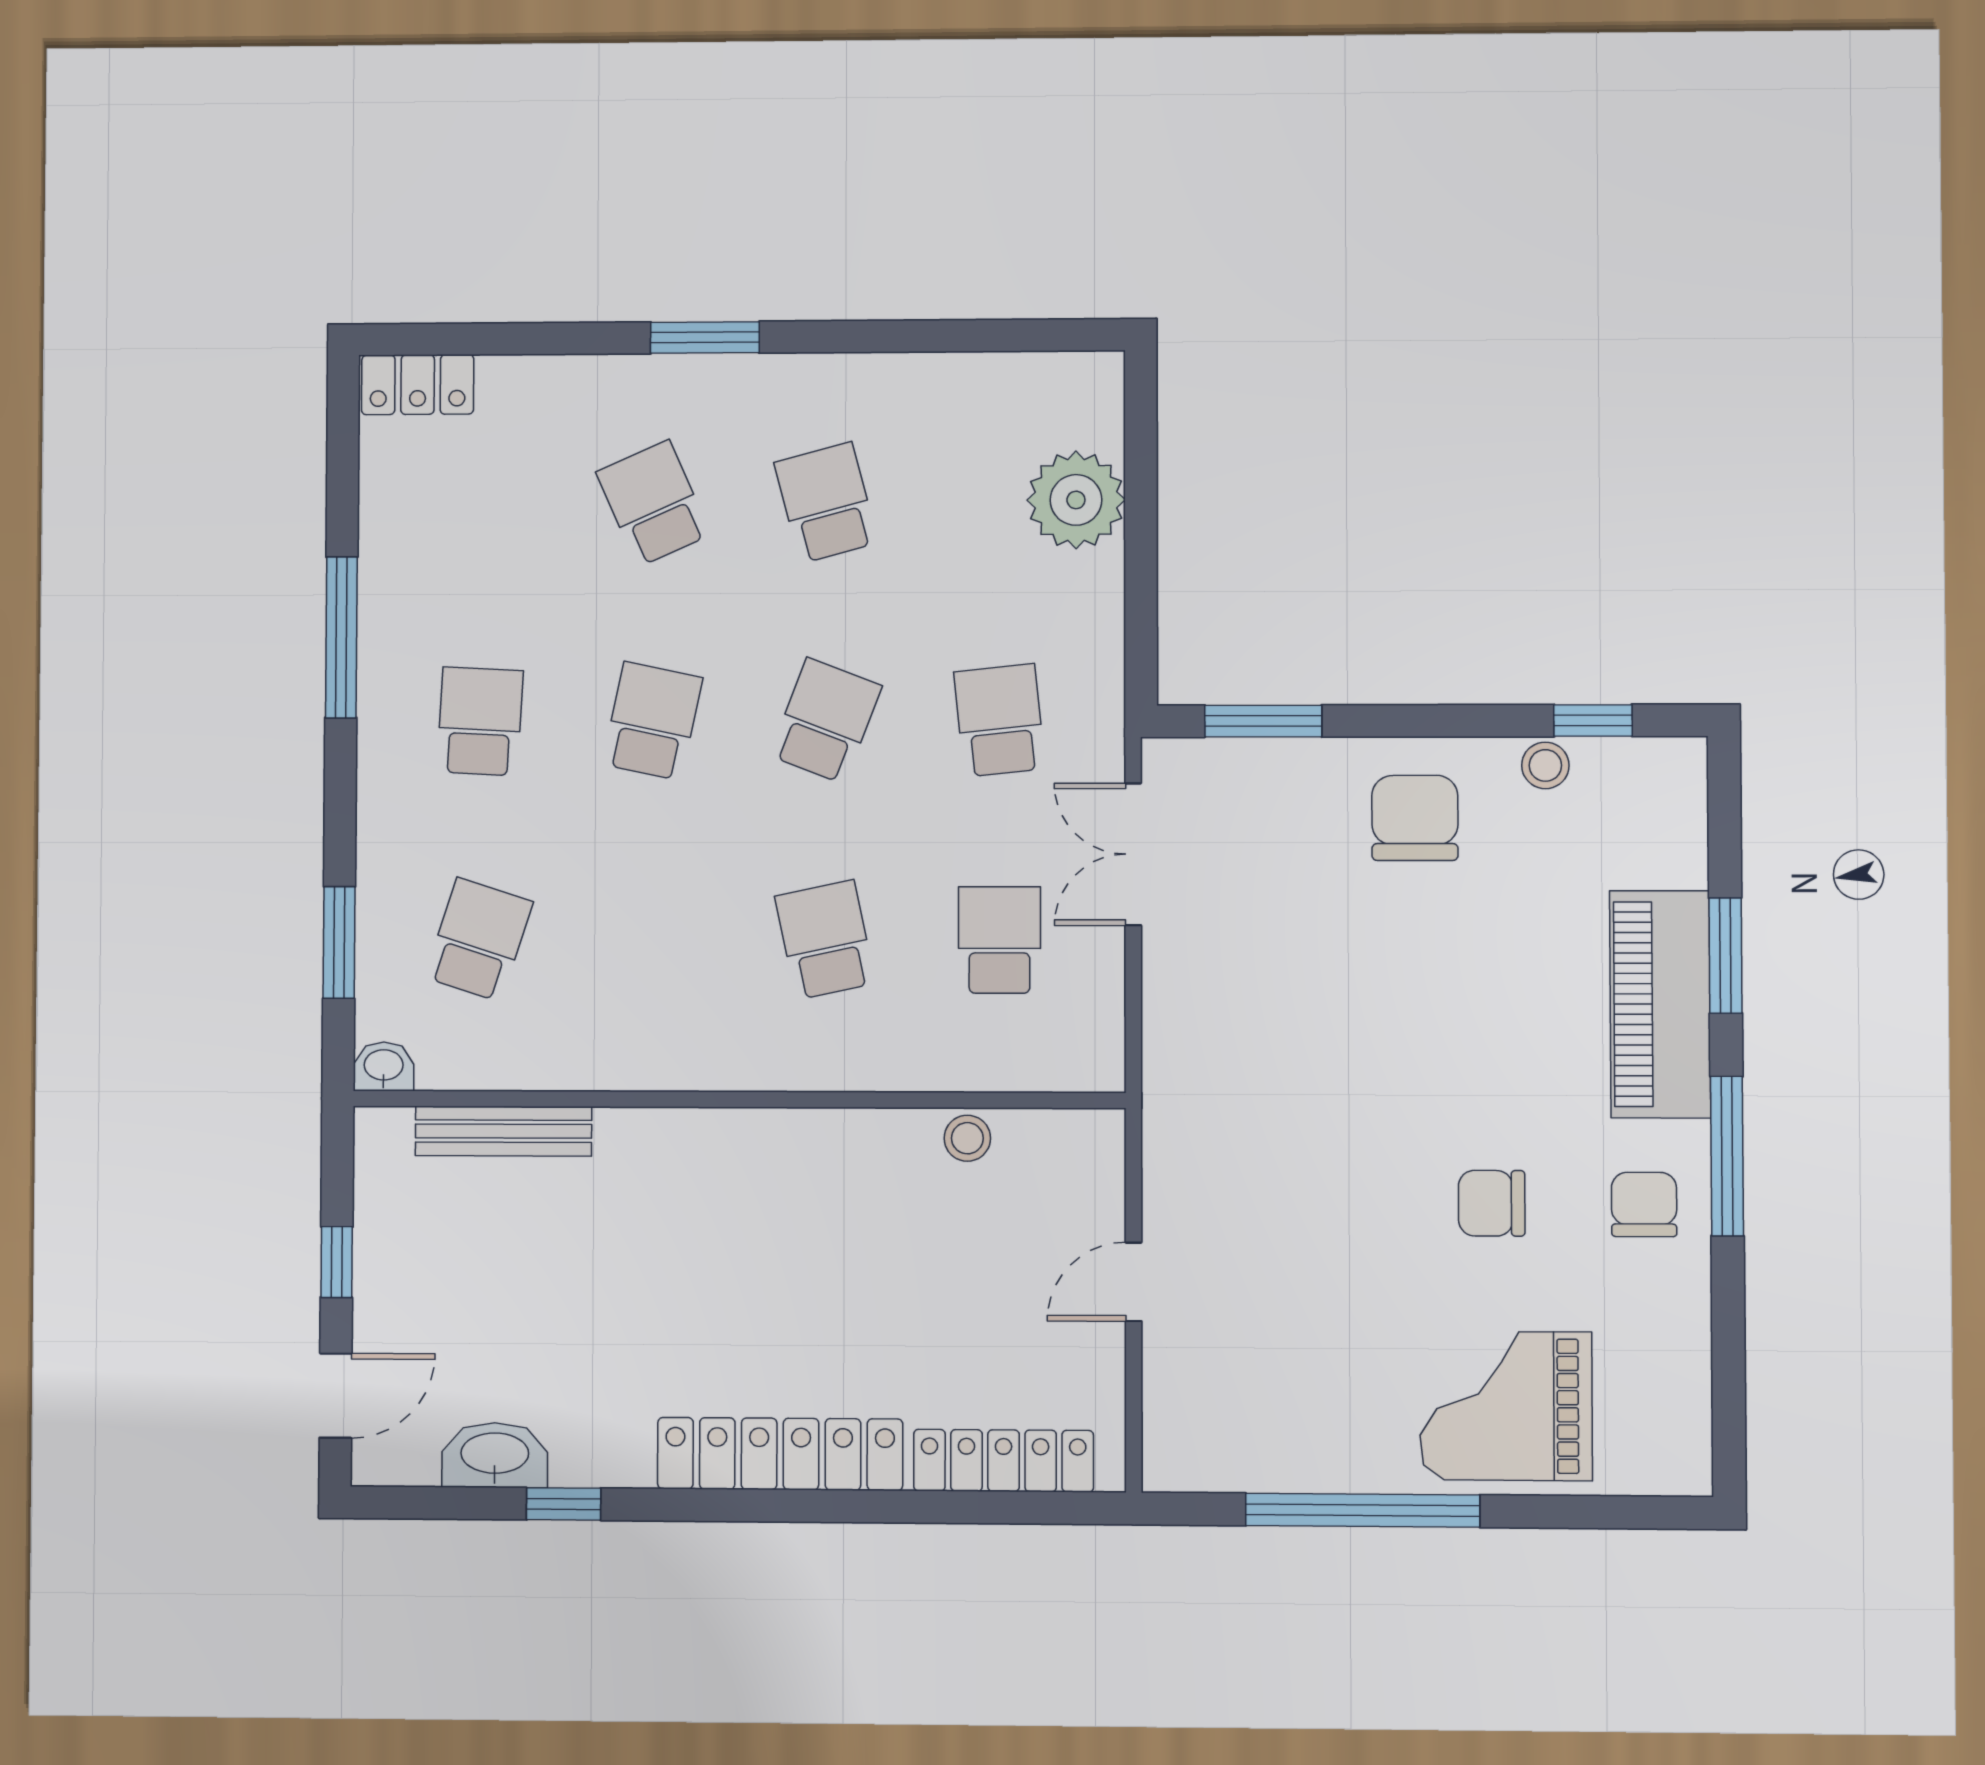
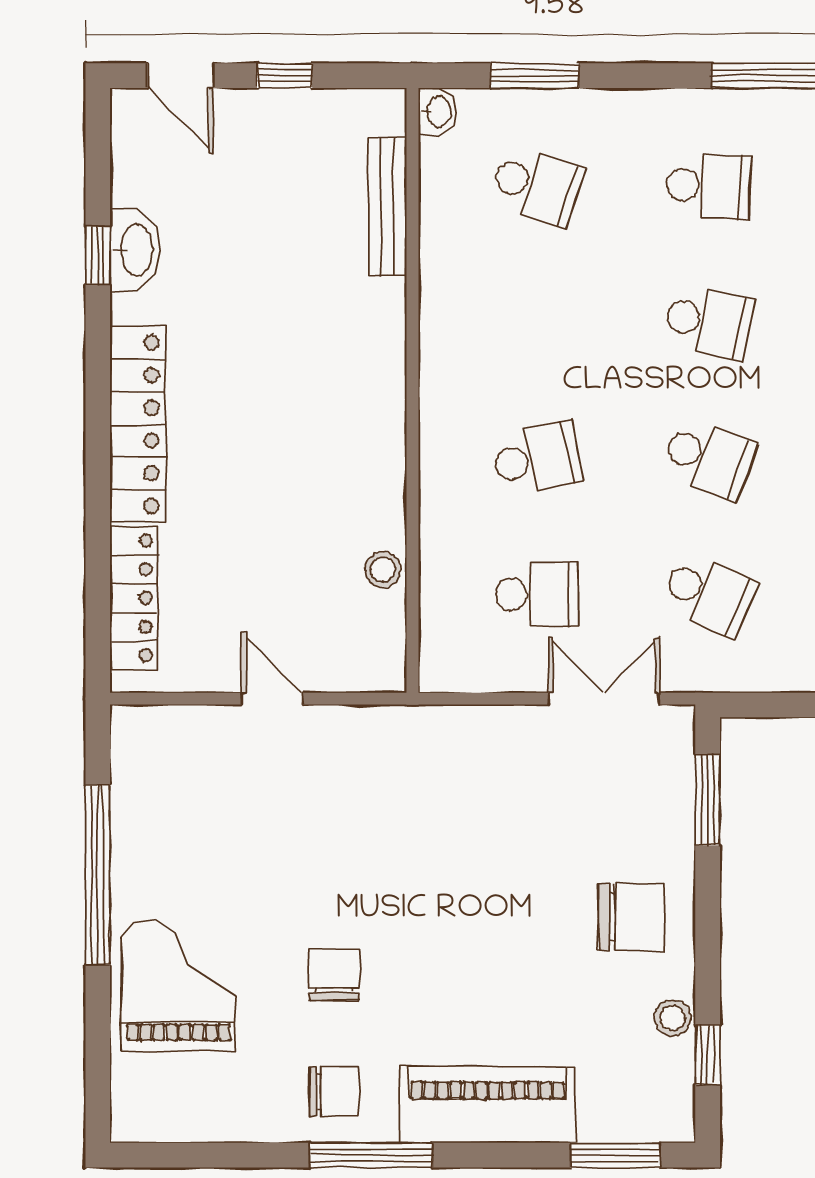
school desk: (1000, 720) -> (709, 595), turned 30
window: (1725, 956) -> (615, 1155), moved
washbasin: (495, 1455) -> (135, 250), moved

